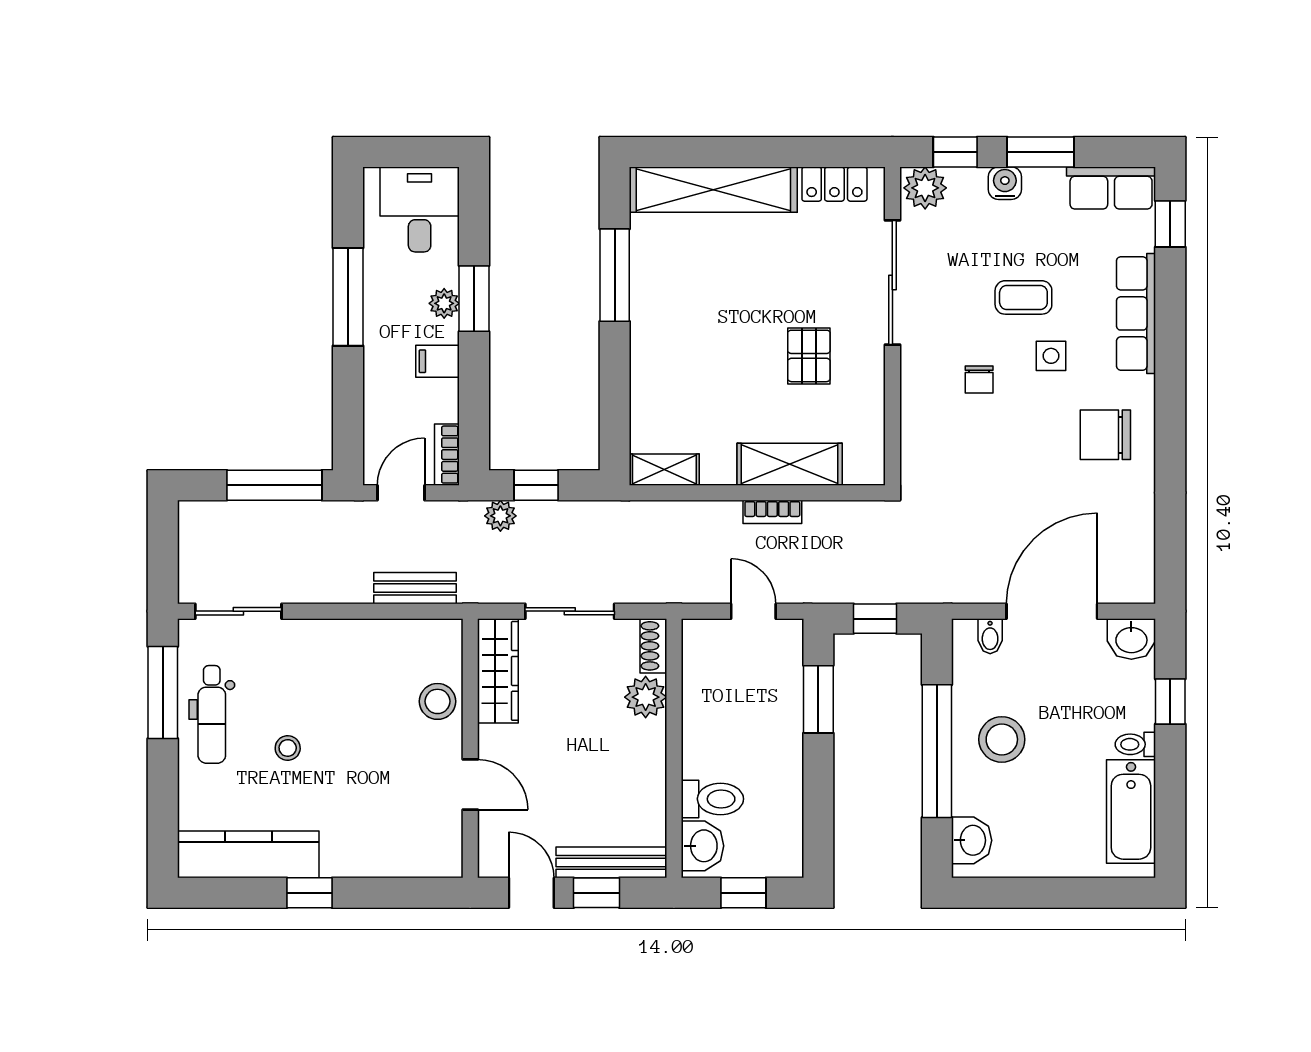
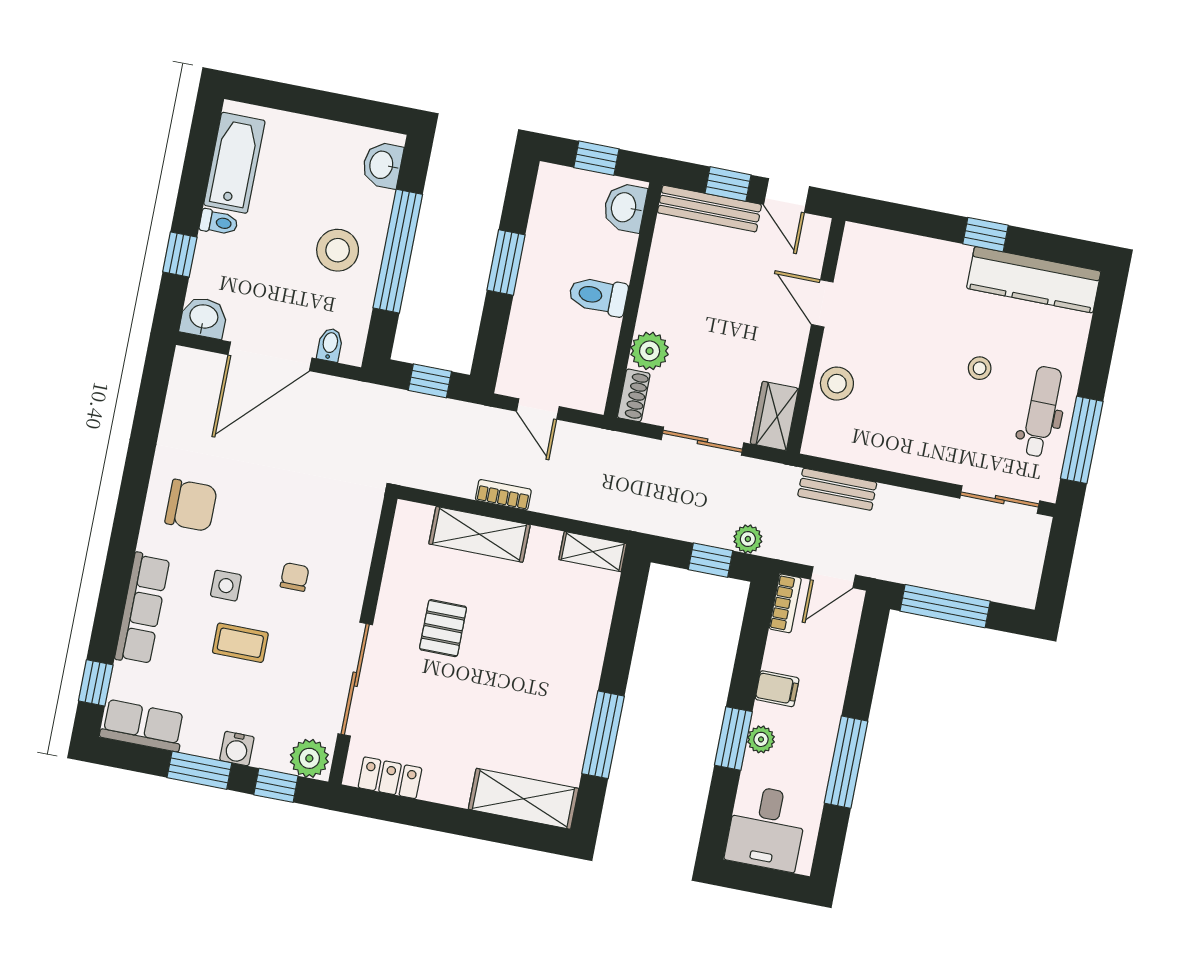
shelving: (713, 190) -> (523, 799), width x0.68
wardrobe: (498, 671) -> (774, 416), width x0.67
window: (818, 699) -> (506, 262), moved
toilet: (712, 799) -> (598, 296), moved

